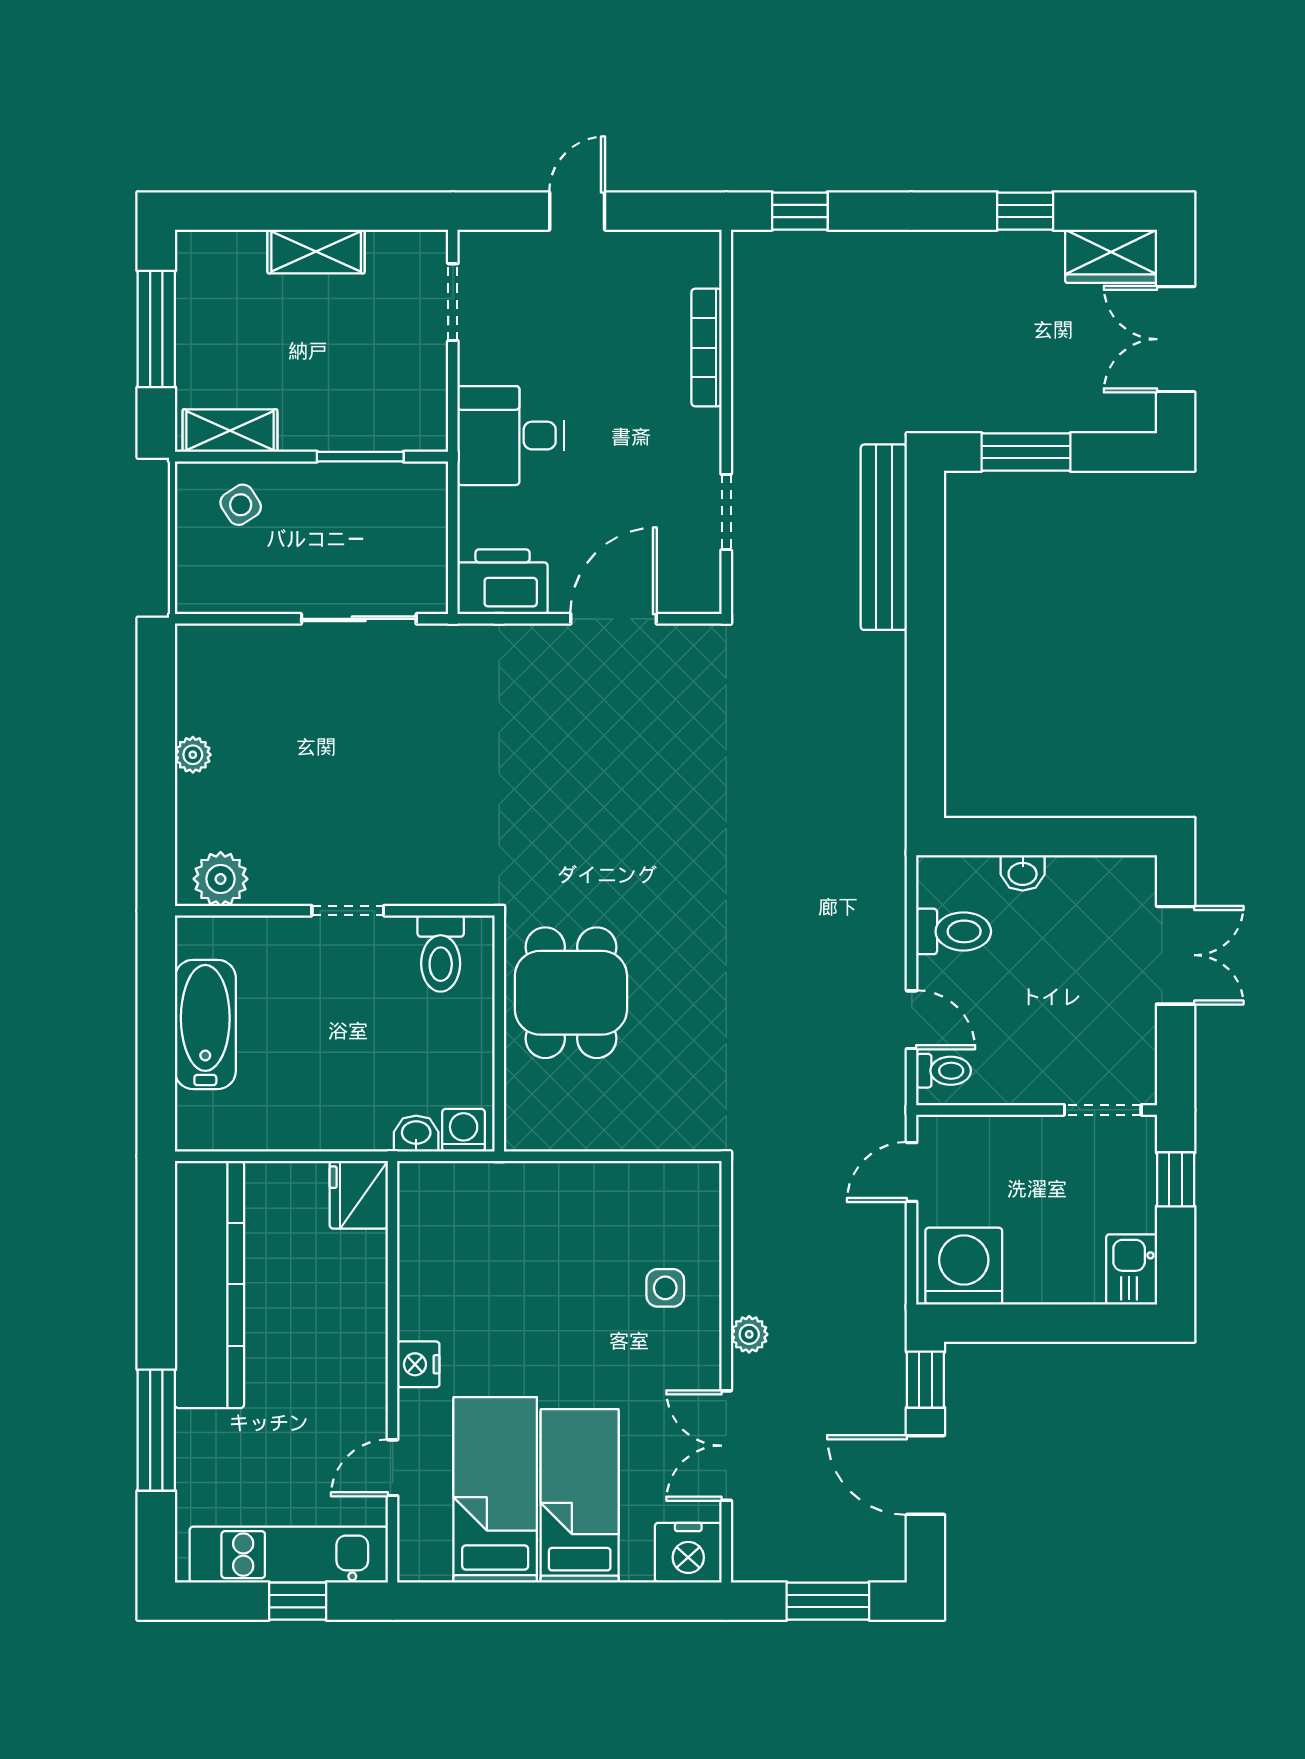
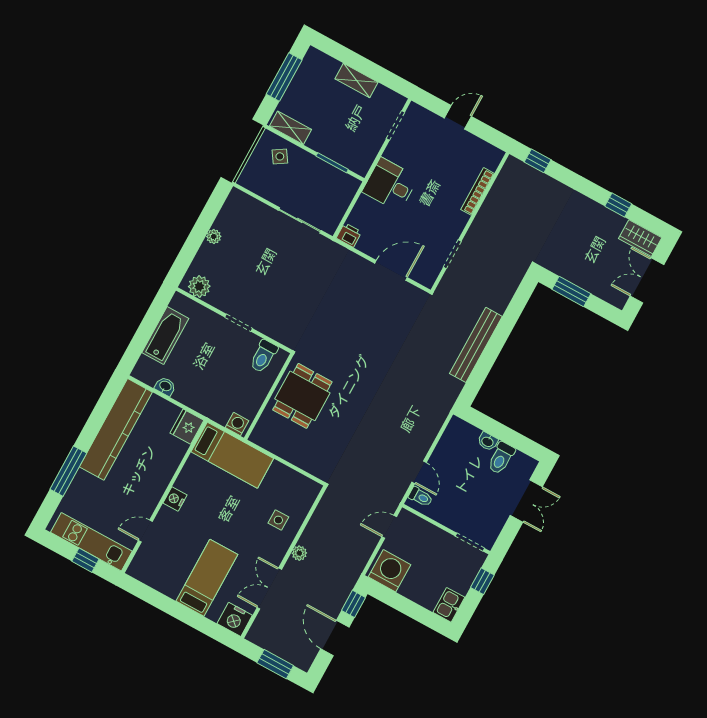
bench: (884, 537) -> (476, 345), moved
printer: (503, 582) -> (349, 235), width x0.53, depth x0.68
toilet: (954, 931) -> (501, 458), moved, turned 90
washbasin: (416, 1134) -> (165, 386), moved
bed: (495, 1490) -> (232, 455), moved, turned 90

